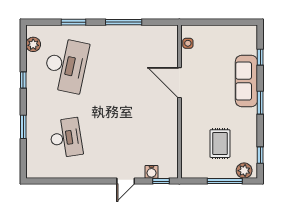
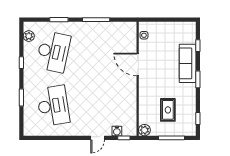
desk: (66, 138) -> (53, 106), width x1.36, depth x1.30
plant: (244, 171) -> (144, 130), moved

